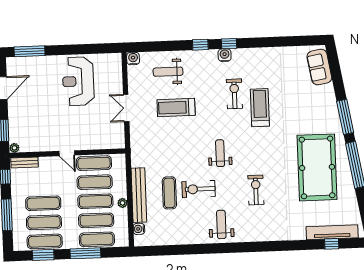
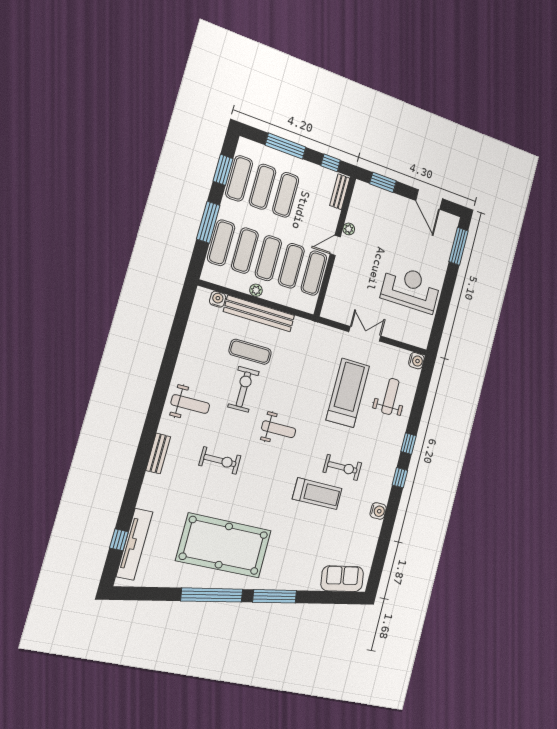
water cooler: (225, 55) -> (378, 511), moved
treadmill: (176, 108) -> (348, 393), width x1.37, depth x1.38
plant: (14, 148) -> (349, 229), moved
bench: (263, 236) -> (158, 453), added

